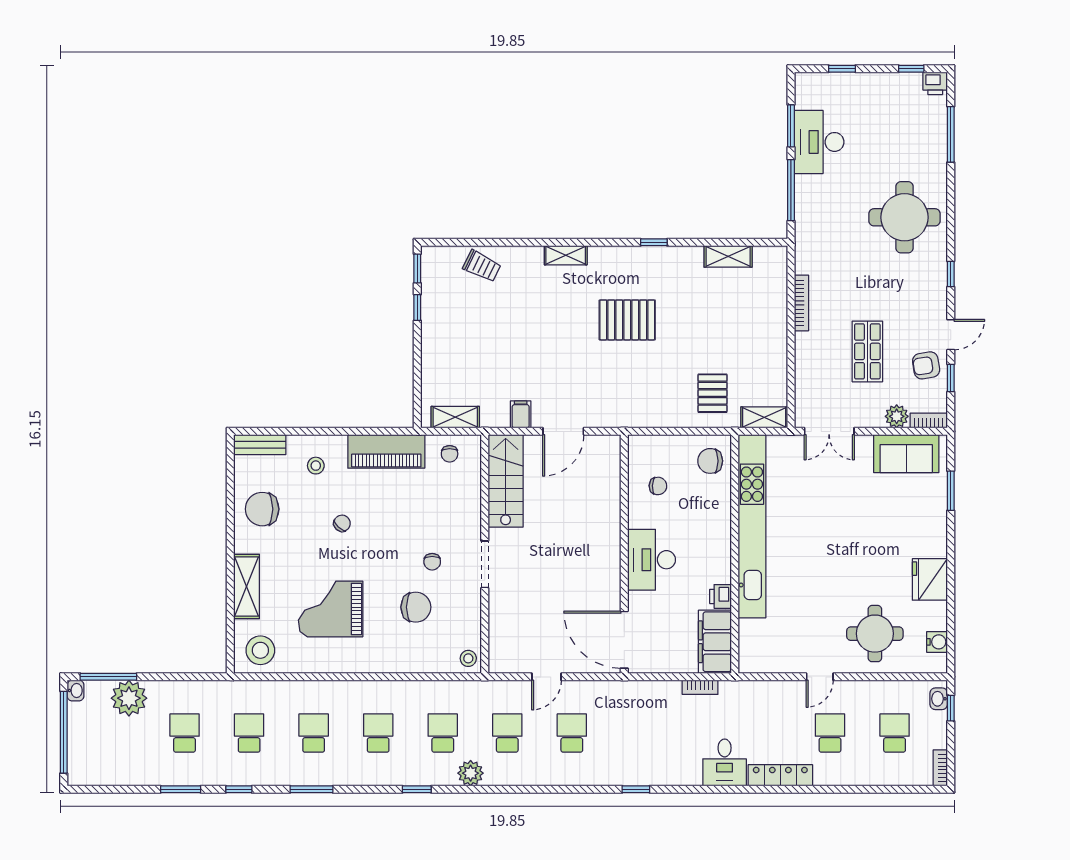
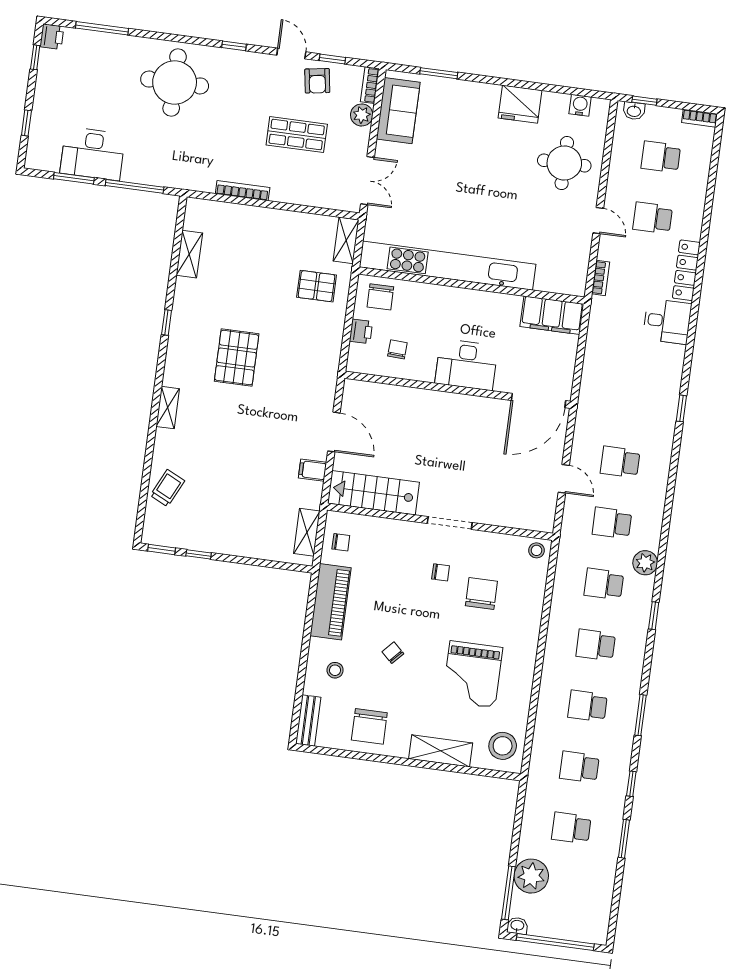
printer: (720, 596) -> (361, 331), moved, turned -90
bookcase: (700, 687) -> (601, 278), moved

